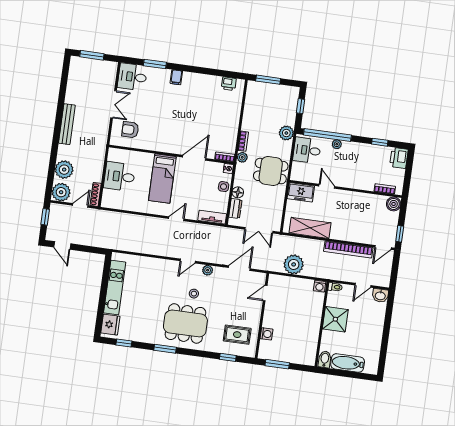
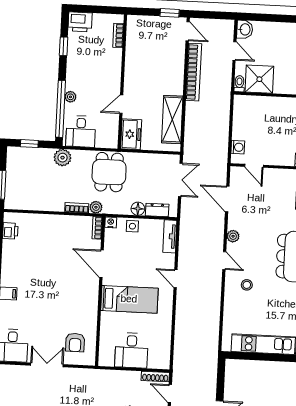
boiler: (394, 204) -> (135, 23), removed
plant: (294, 264) -> (217, 135), removed
washing machine: (320, 286) -> (238, 147), moved
stool: (194, 294) -> (247, 285), moved
shower: (335, 319) -> (259, 79), moved

